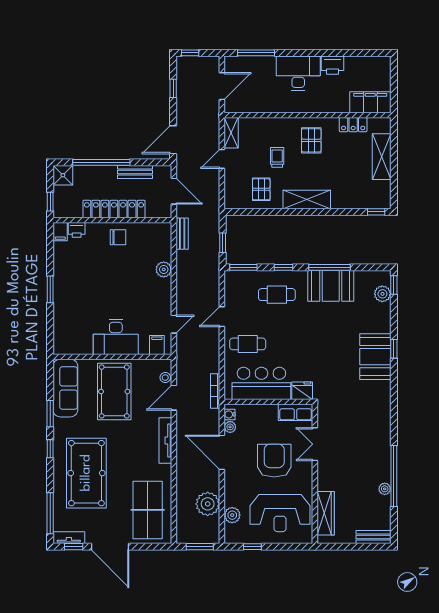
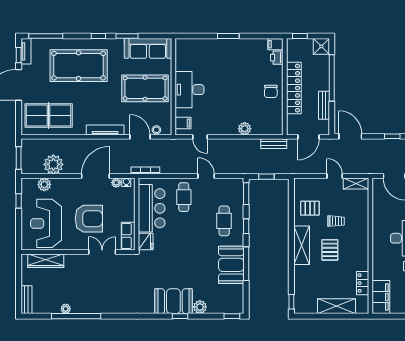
pallet: (311, 140) -> (330, 250), moved, turned 90
plant: (382, 294) -> (200, 307), moved

